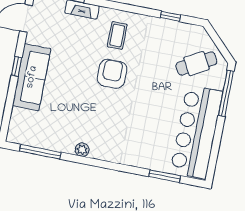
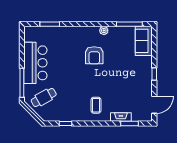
armchair: (112, 74) -> (94, 55), moved
sofa: (32, 77) -> (144, 41), moved, width x0.73
bar counter: (196, 132) -> (35, 63), width x0.73

